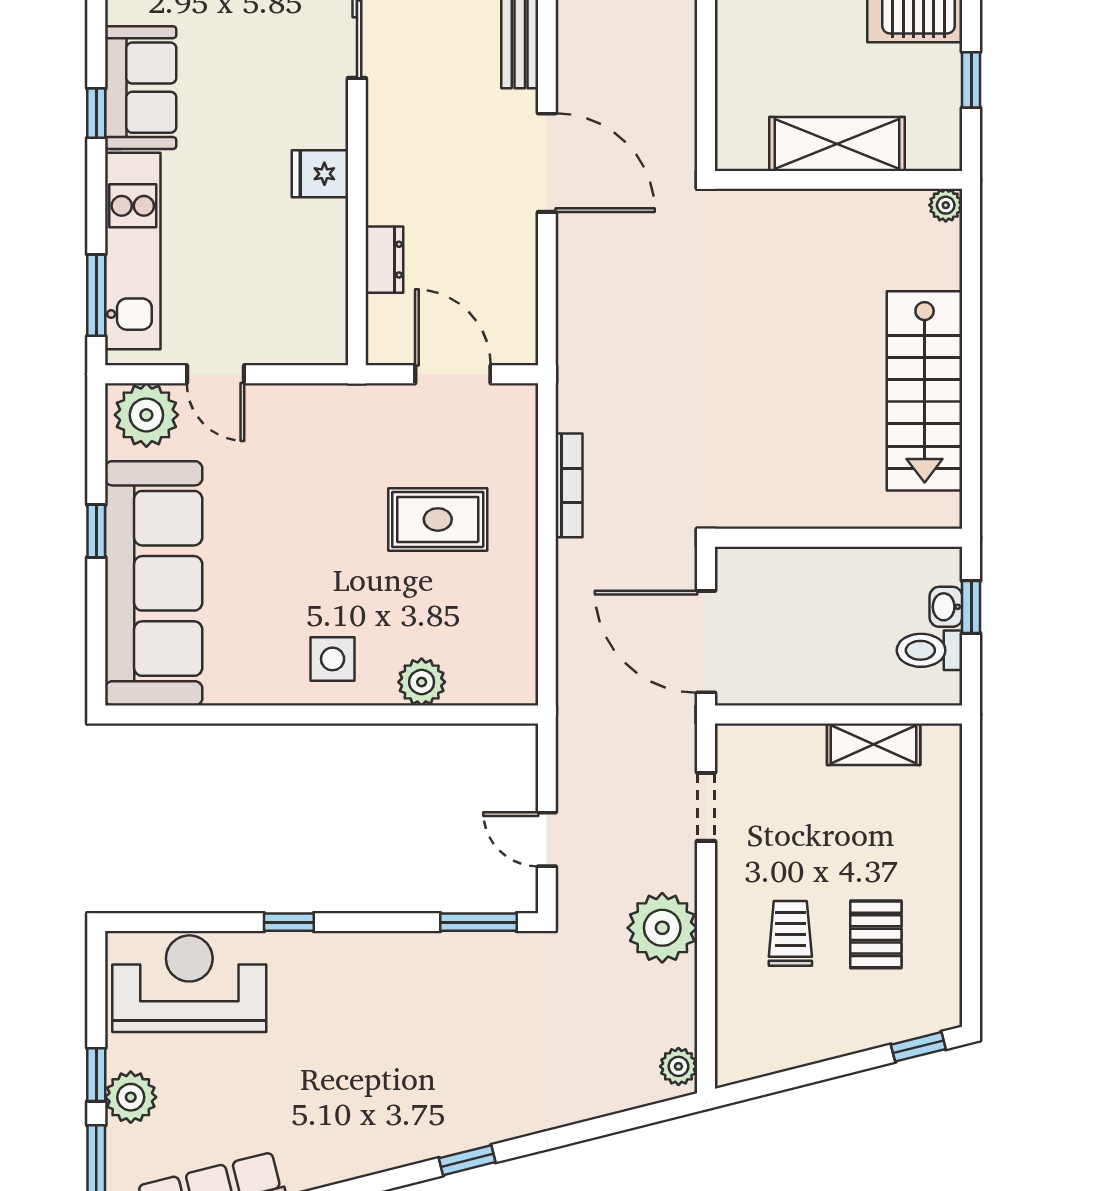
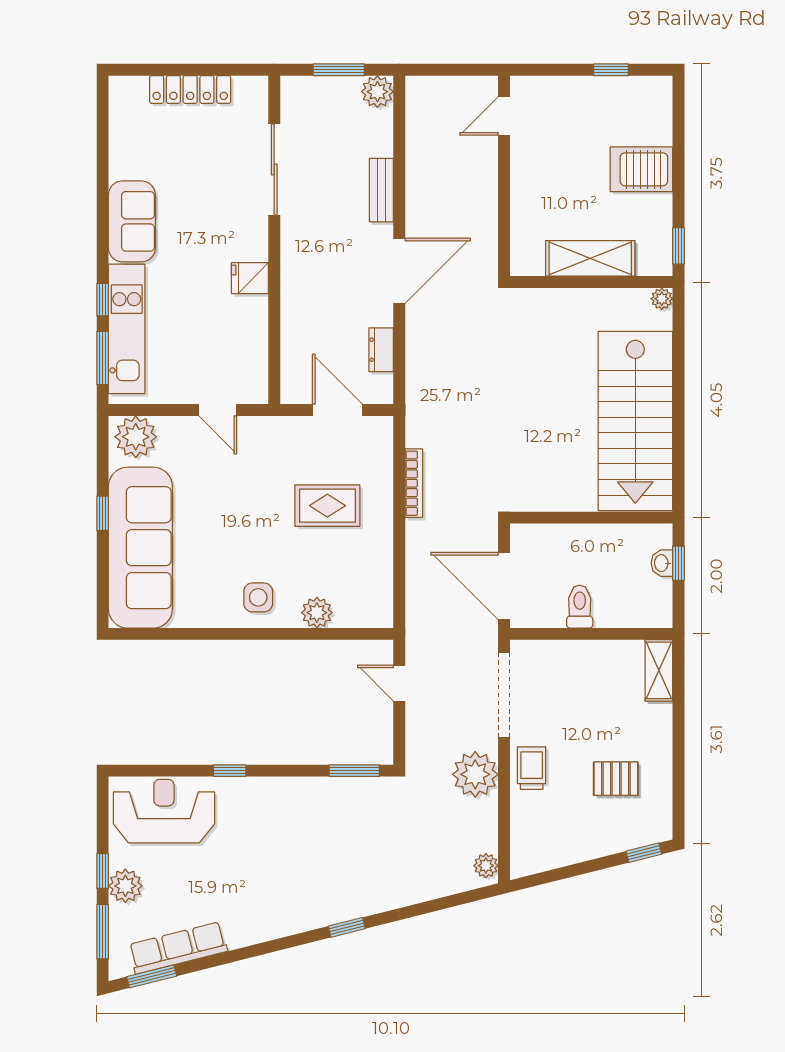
window: (971, 80) -> (678, 246), moved
window: (96, 113) -> (103, 300), moved
door: (547, 163) -> (399, 271), hinge flipped
dresser: (384, 260) -> (381, 350), moved, turned 180
door: (215, 374) -> (218, 410), moved
stairs: (925, 391) -> (635, 421), width x1.36, depth x1.51
toilet: (930, 650) -> (580, 607), moved, turned 90
shelving: (874, 744) -> (659, 670), moved, turned 90
doorway: (706, 807) -> (504, 695), width x1.88
door: (547, 839) -> (399, 683), moved
trolley: (790, 933) -> (532, 768), moved
pallet: (876, 934) -> (616, 779), turned 90

